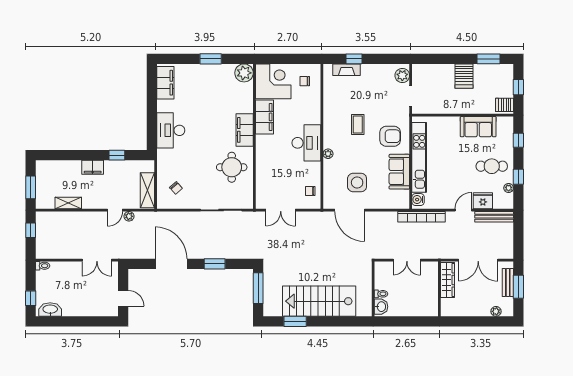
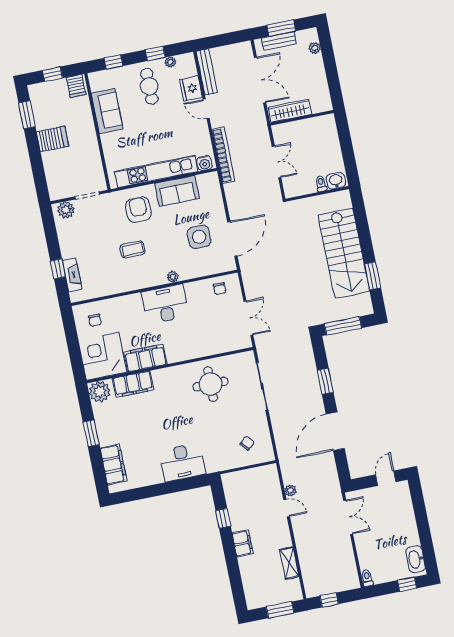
filing cabinet: (165, 83) -> (113, 464), moved, turned 90
filing cabinet: (245, 130) -> (133, 384), moved
shelving: (147, 190) -> (256, 475), removed

